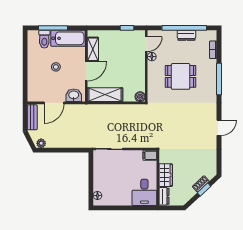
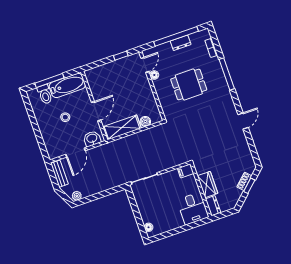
shelving: (93, 49) -> (95, 88), removed
boiler: (140, 97) -> (145, 121), moved

